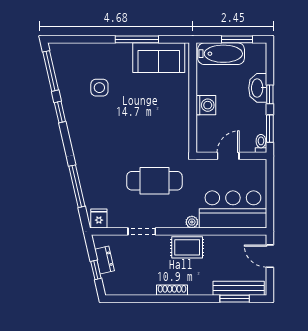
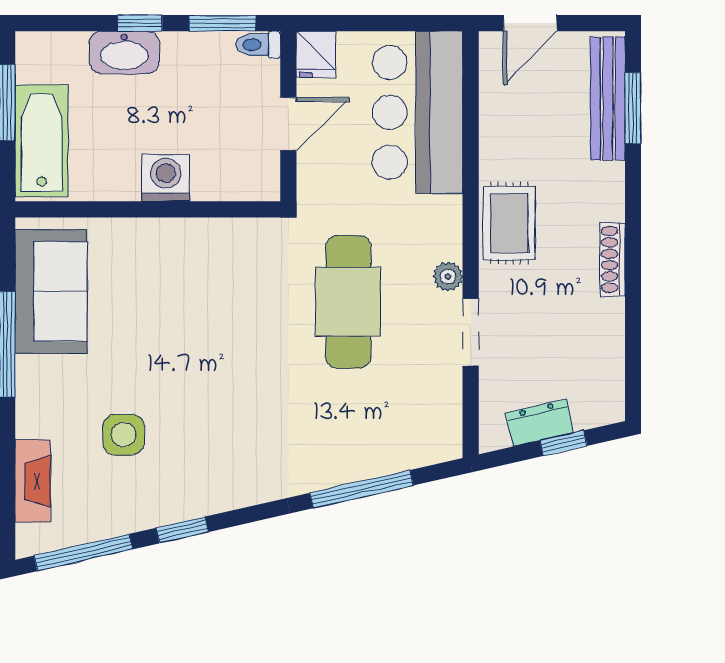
fireplace: (80, 50) -> (33, 481), added
door: (228, 156) -> (288, 124), swing flipped
fridge: (99, 219) -> (316, 54), moved, turned -90
plant: (192, 222) -> (448, 277), moved

